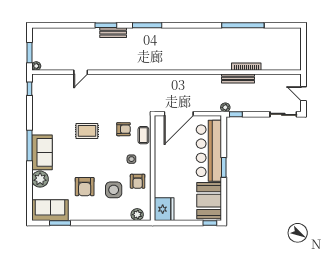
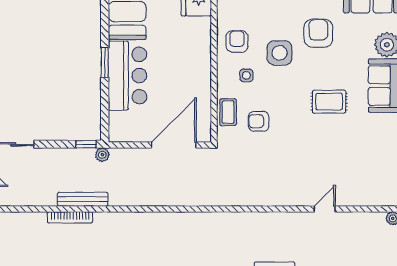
rug: (87, 131) -> (329, 102), moved
bar counter: (209, 151) -> (127, 76), width x0.73
side table: (114, 190) -> (279, 53), moved

